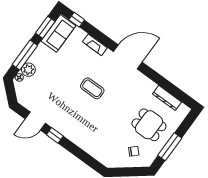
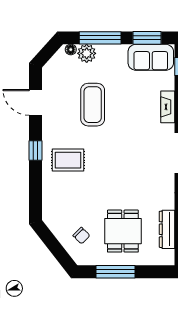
coffee table: (92, 88) -> (93, 105), moved, width x1.36, depth x1.32
rug: (83, 127) -> (68, 160), added
window: (55, 135) -> (35, 150), moved

